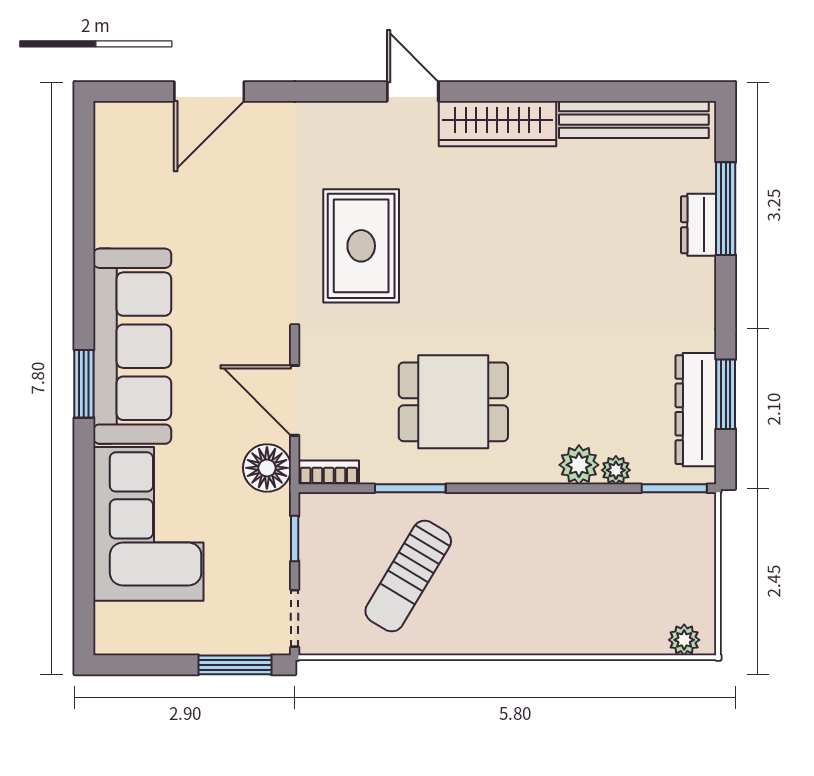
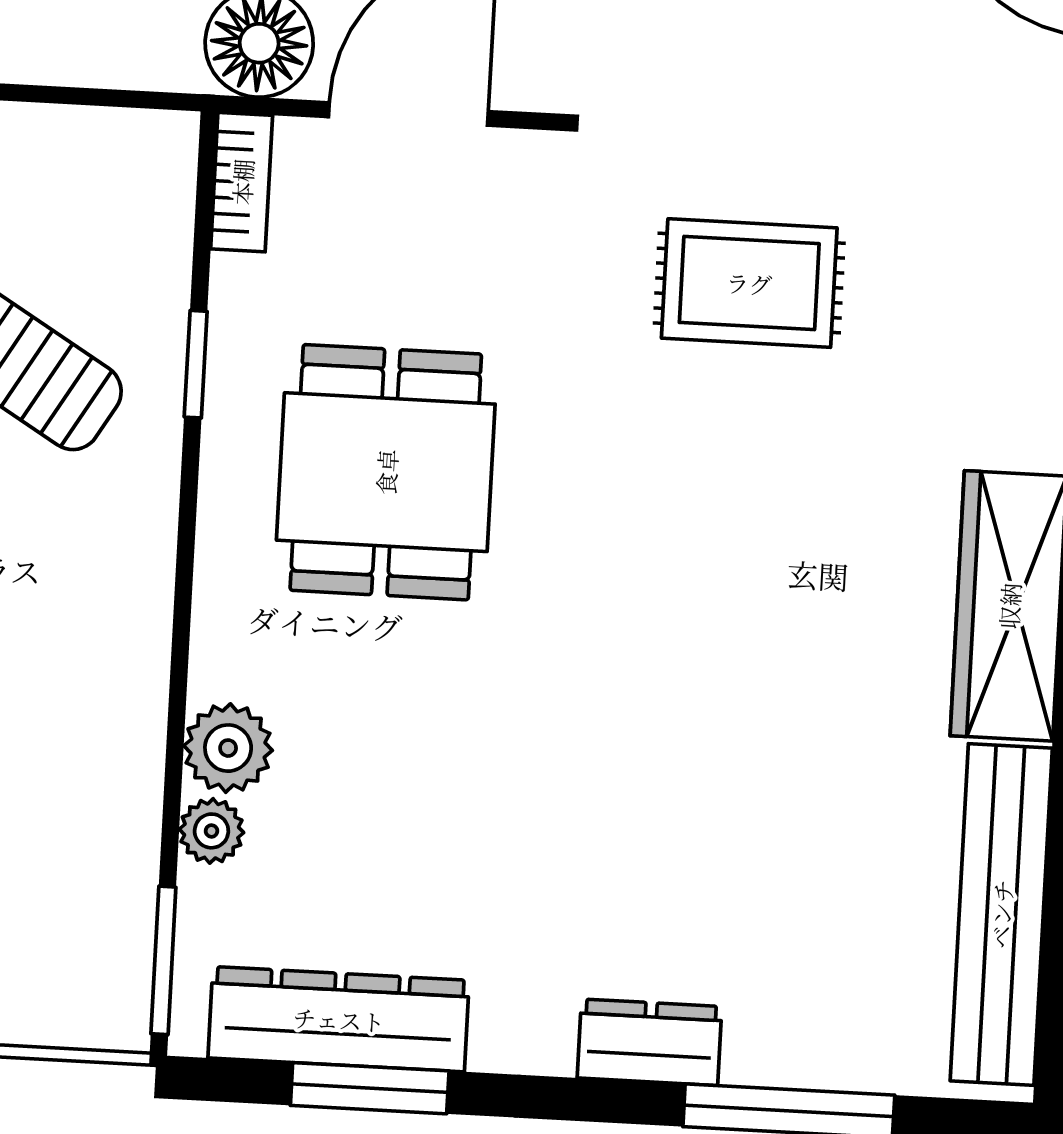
dresser: (699, 225) -> (650, 1042), moved
rug: (361, 246) -> (749, 283), width x0.73, depth x0.70
window: (410, 488) -> (196, 364), width x0.67
window: (295, 539) -> (96, 97), removed

